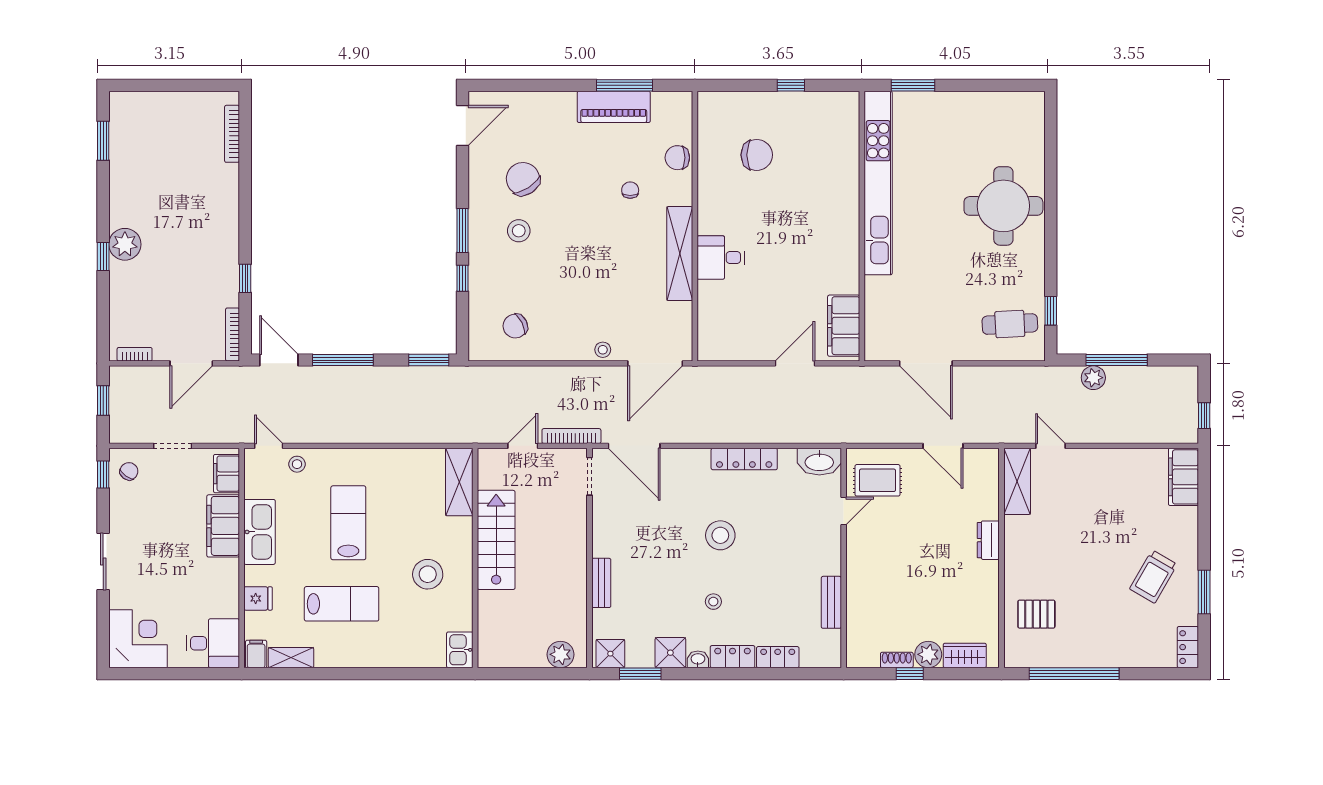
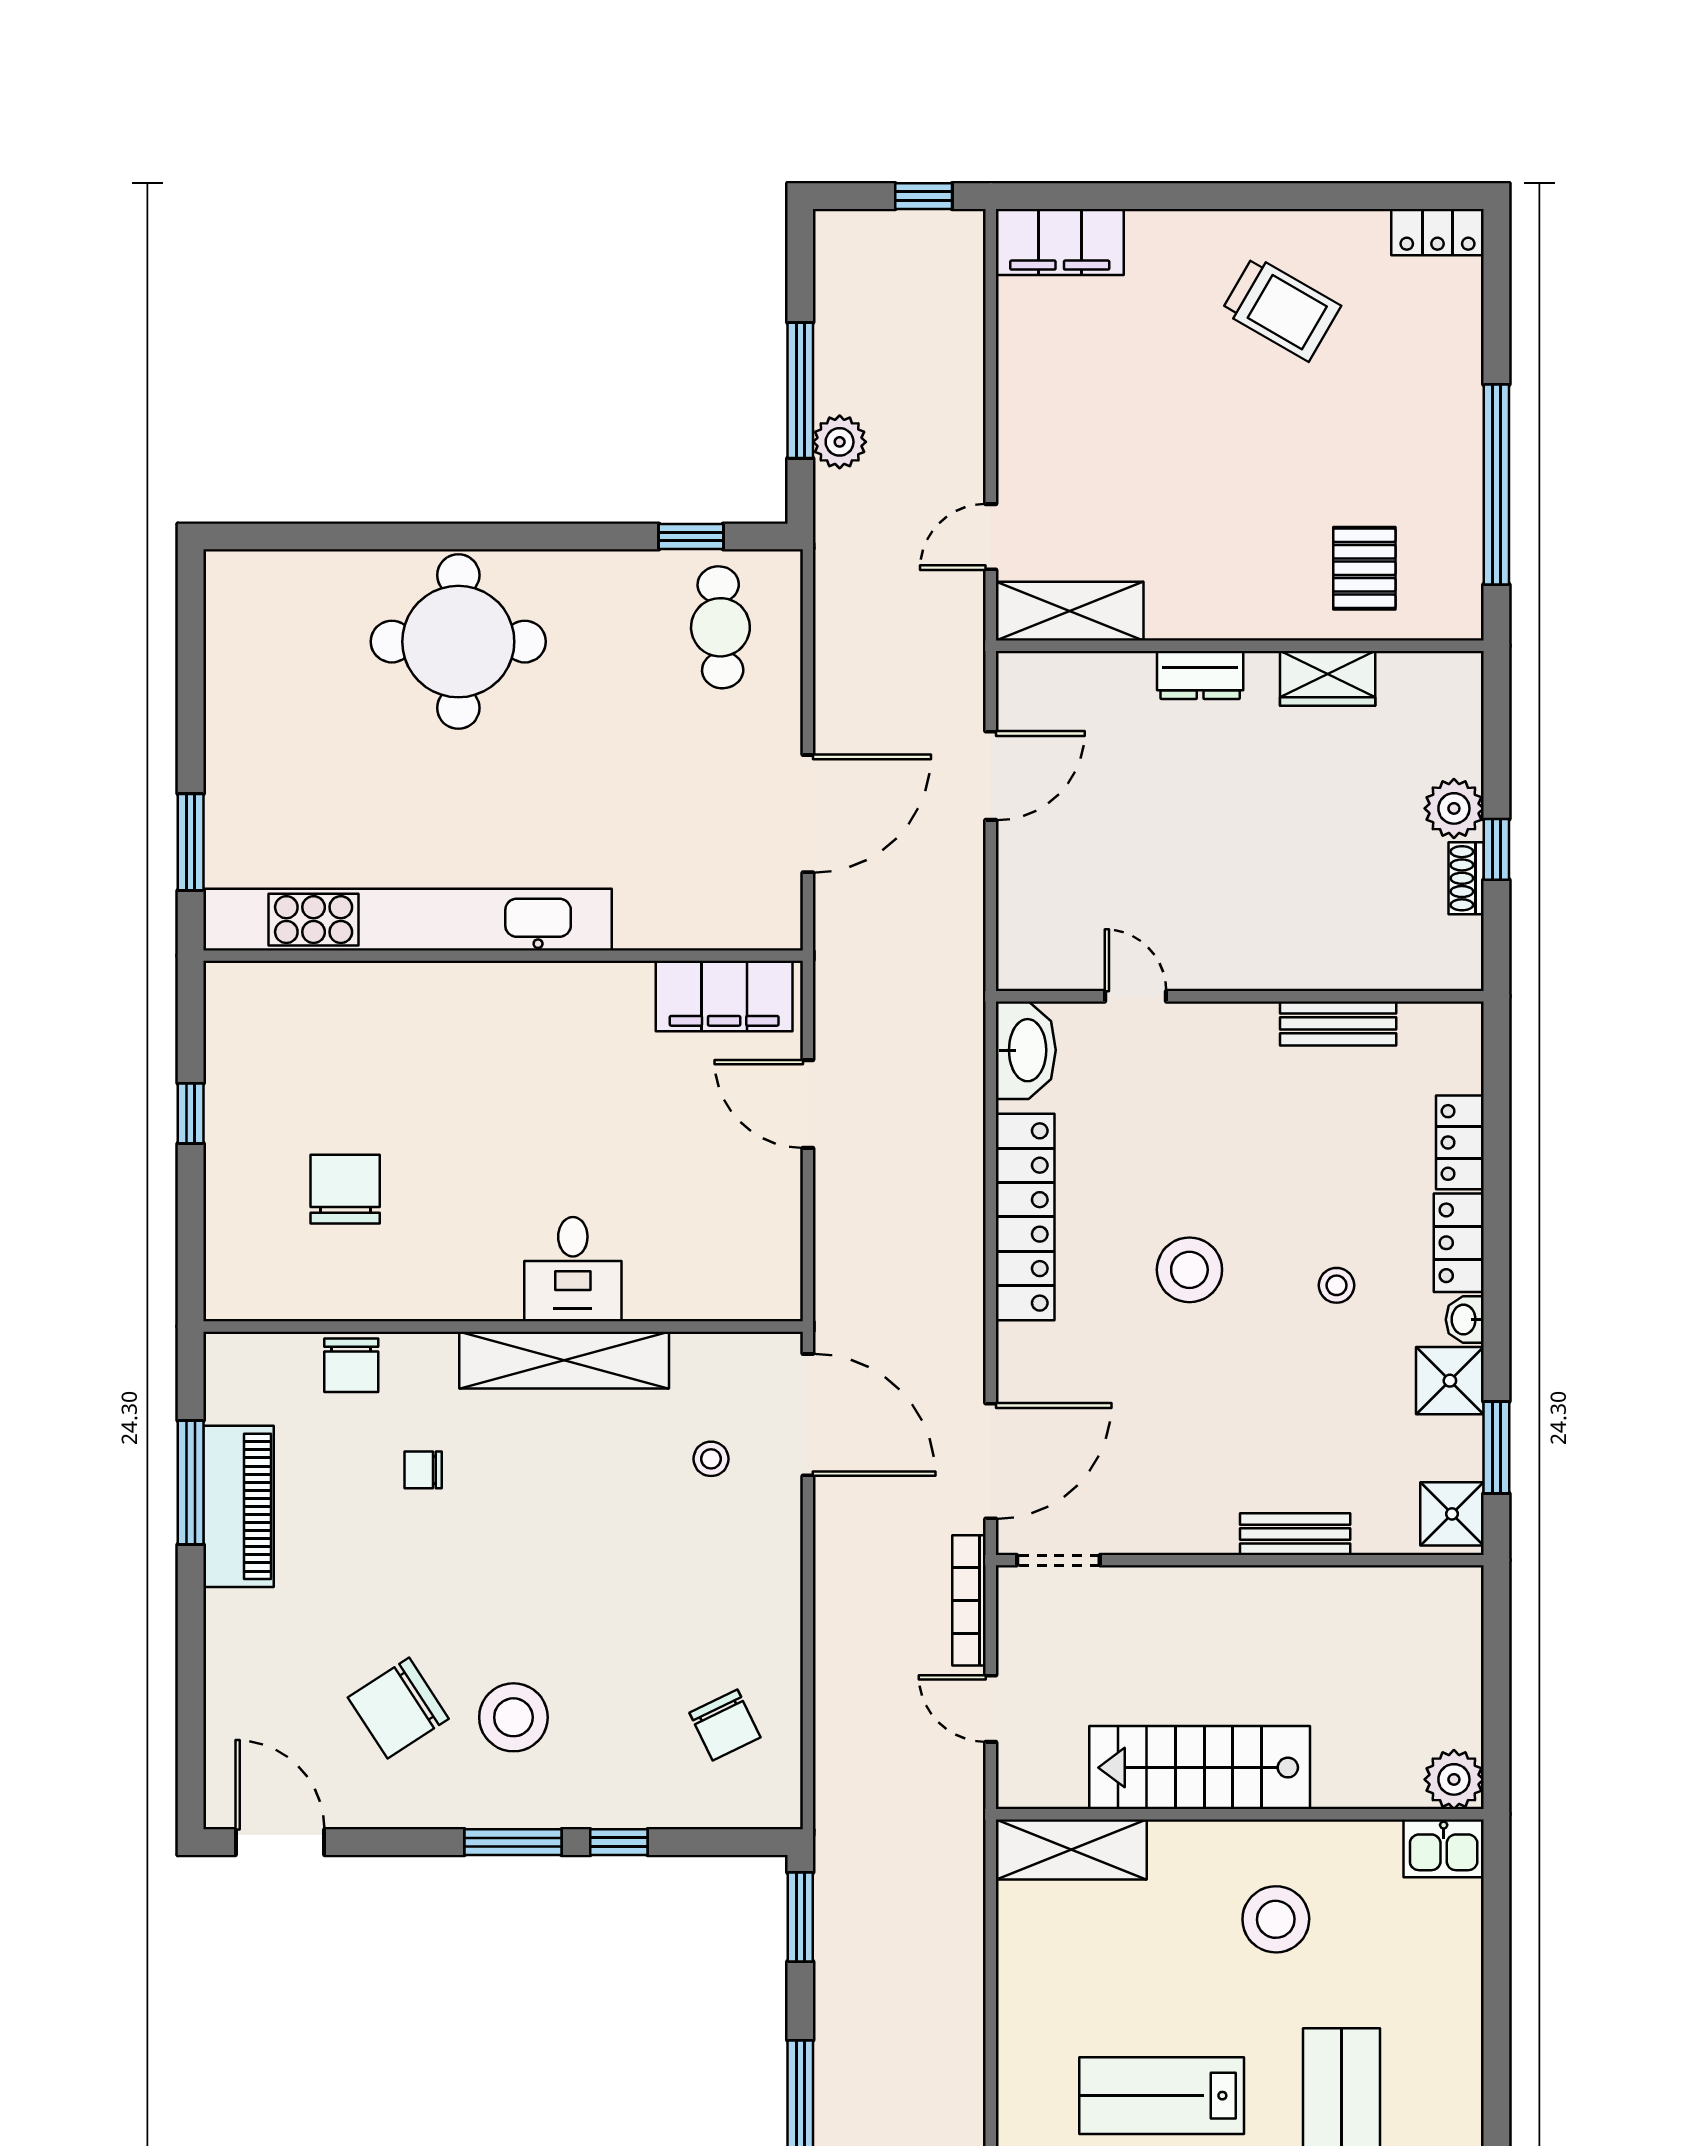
stool: (519, 231) -> (513, 1717), width x1.38, depth x1.38
stool: (603, 350) -> (711, 1459), moved
locker: (744, 459) -> (1025, 1217), width x1.41, depth x1.21
rug: (877, 480) -> (1067, 921), removed
window: (1204, 592) -> (1315, 196), removed
plant: (561, 654) -> (1454, 1779), moved
wardrobe: (965, 655) -> (1328, 678), moved, turned -90

